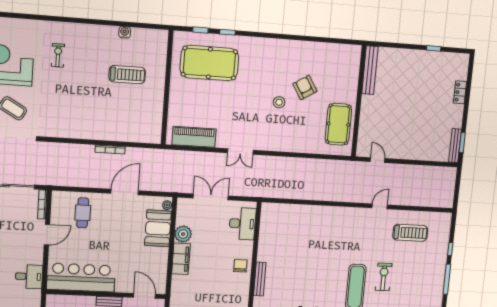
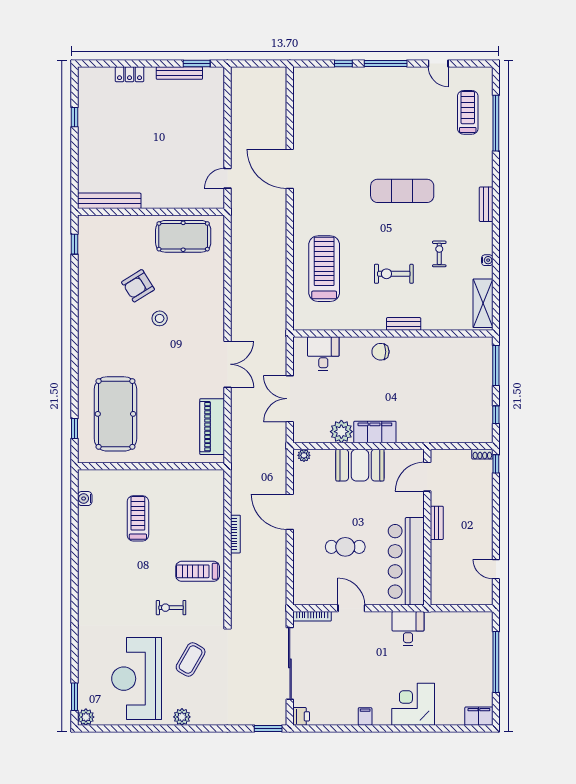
water cooler: (125, 32) -> (85, 499), moved
window: (228, 32) -> (74, 244), moved
exercise bike: (58, 55) -> (171, 608), moved
treadmill: (83, 118) -> (198, 571), added
bench: (455, 146) -> (179, 73), moved
double door: (240, 151) -> (227, 364), width x1.37
door: (380, 206) -> (290, 169), width x1.88
cafe table: (83, 213) -> (345, 547), moved
desk: (242, 224) -> (323, 354), width x0.73
booth: (158, 228) -> (360, 465), moved
treadmill: (410, 233) -> (324, 269), moved, width x1.37, depth x1.38
exercise bike: (384, 277) -> (394, 274), moved
bench: (260, 279) -> (404, 324), width x0.73

